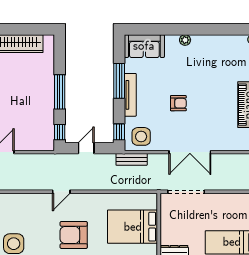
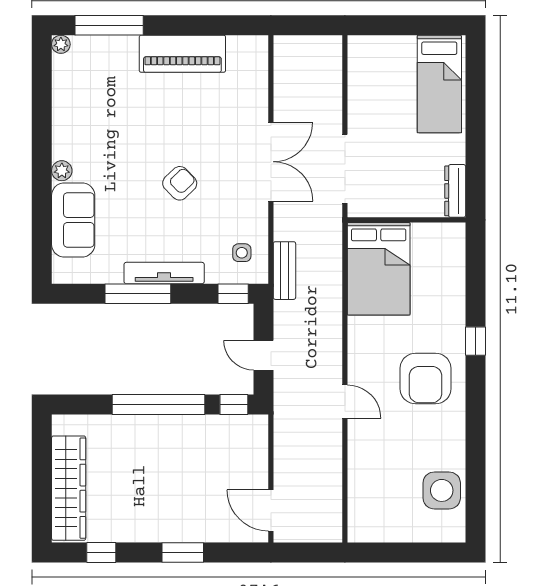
sofa: (144, 46) -> (73, 220), moved
window: (60, 92) -> (158, 405), width x1.46
armchair: (178, 103) -> (180, 183), turned 46
side table: (141, 136) -> (242, 253), width x0.54, depth x0.54
bed: (133, 227) -> (379, 269), moved

